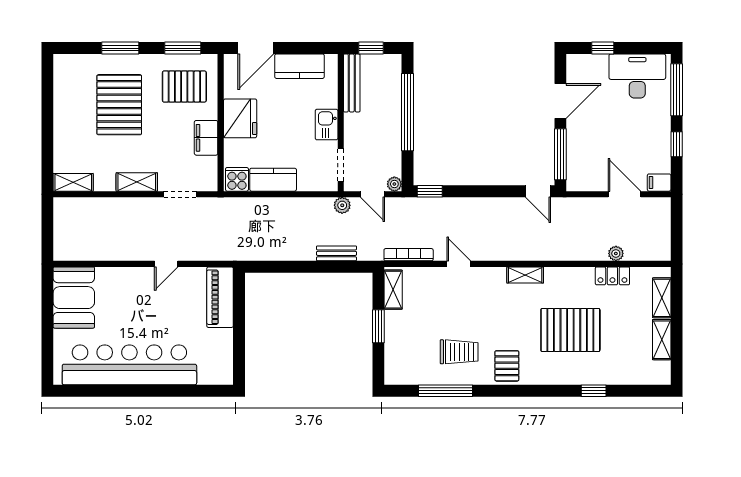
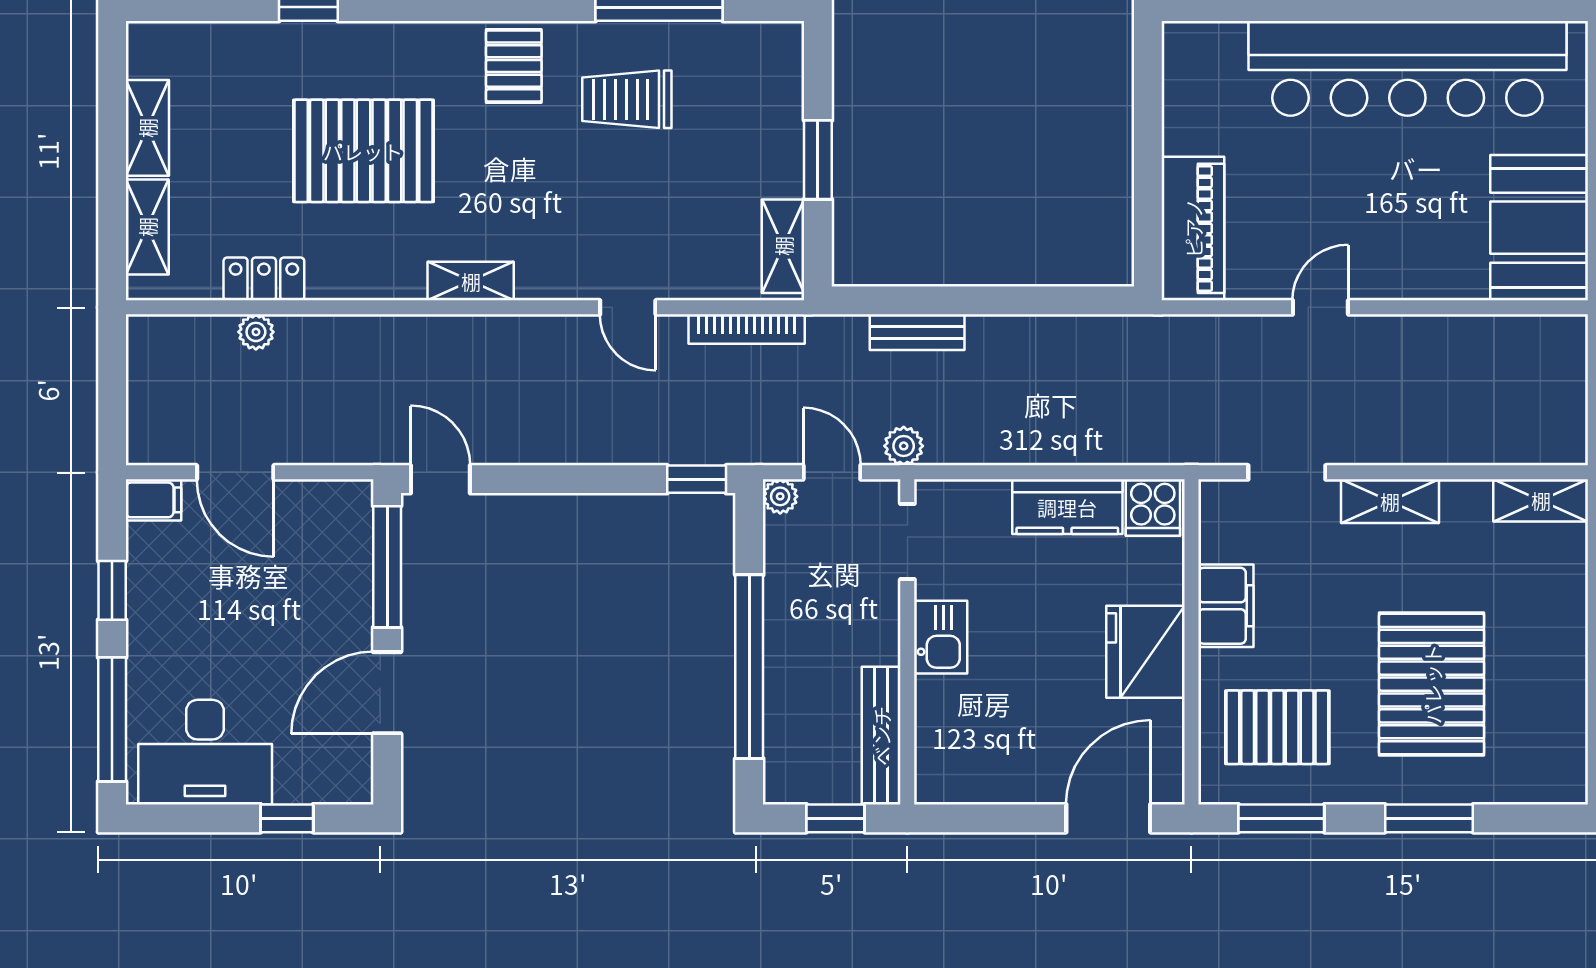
kitchen counter: (299, 66) -> (1005, 775), removed

